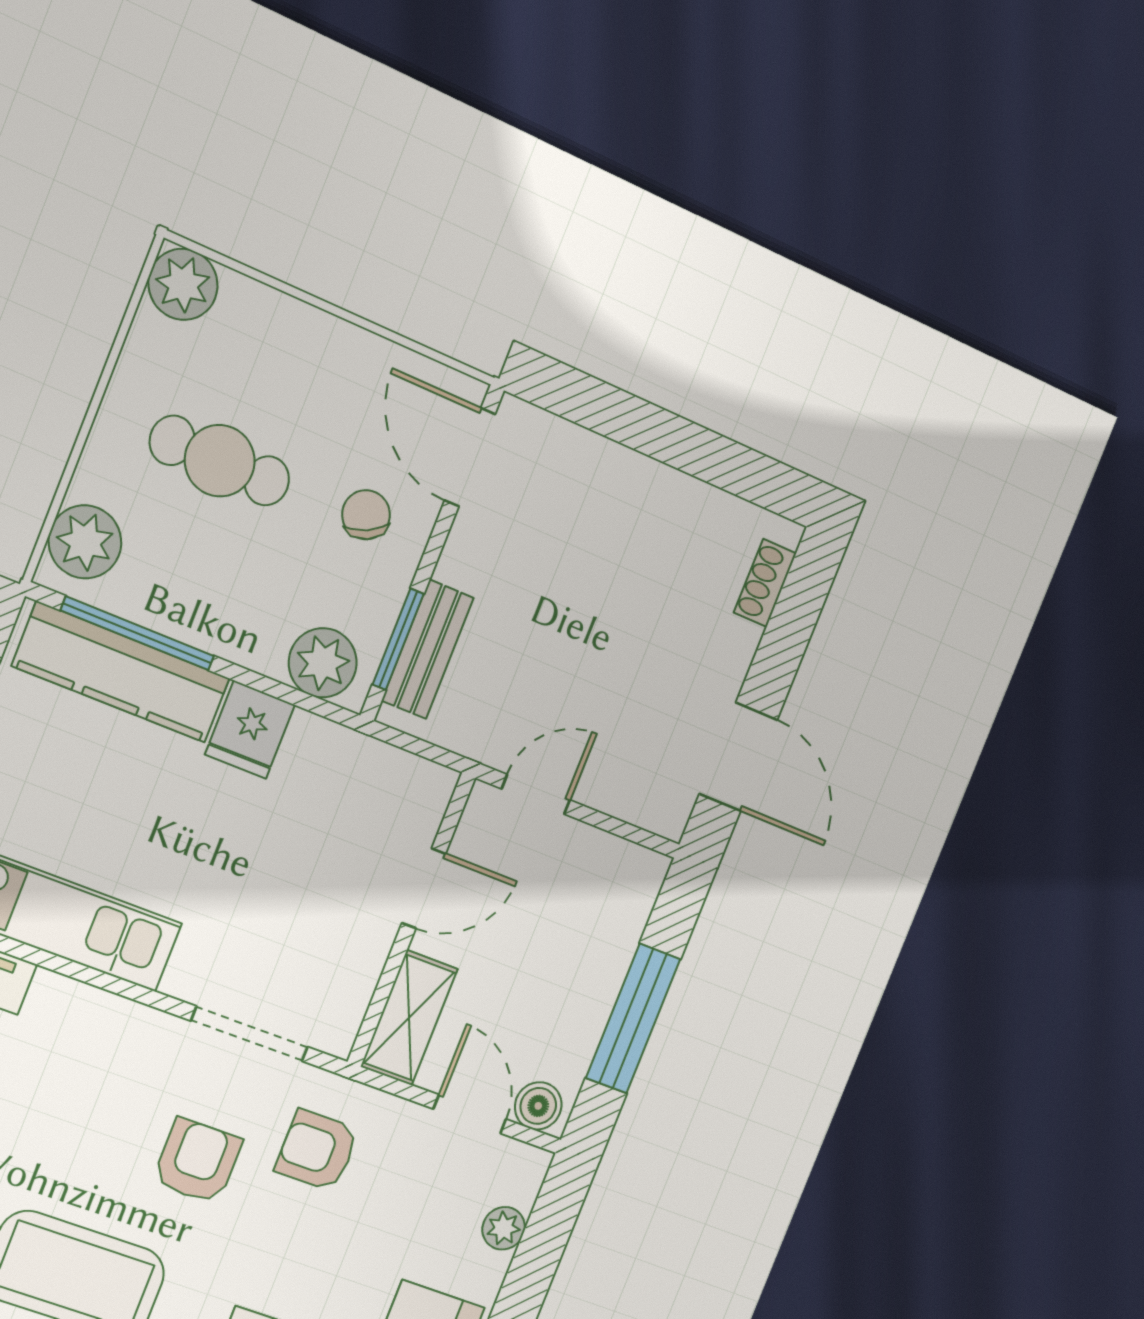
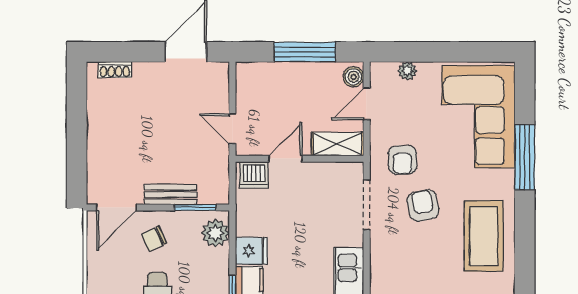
bench: (428, 649) -> (170, 195), moved
dishwasher: (417, 803) -> (254, 175), added
door: (424, 888) -> (285, 159), hinge flipped
armchair: (197, 1161) -> (423, 206), turned 78

